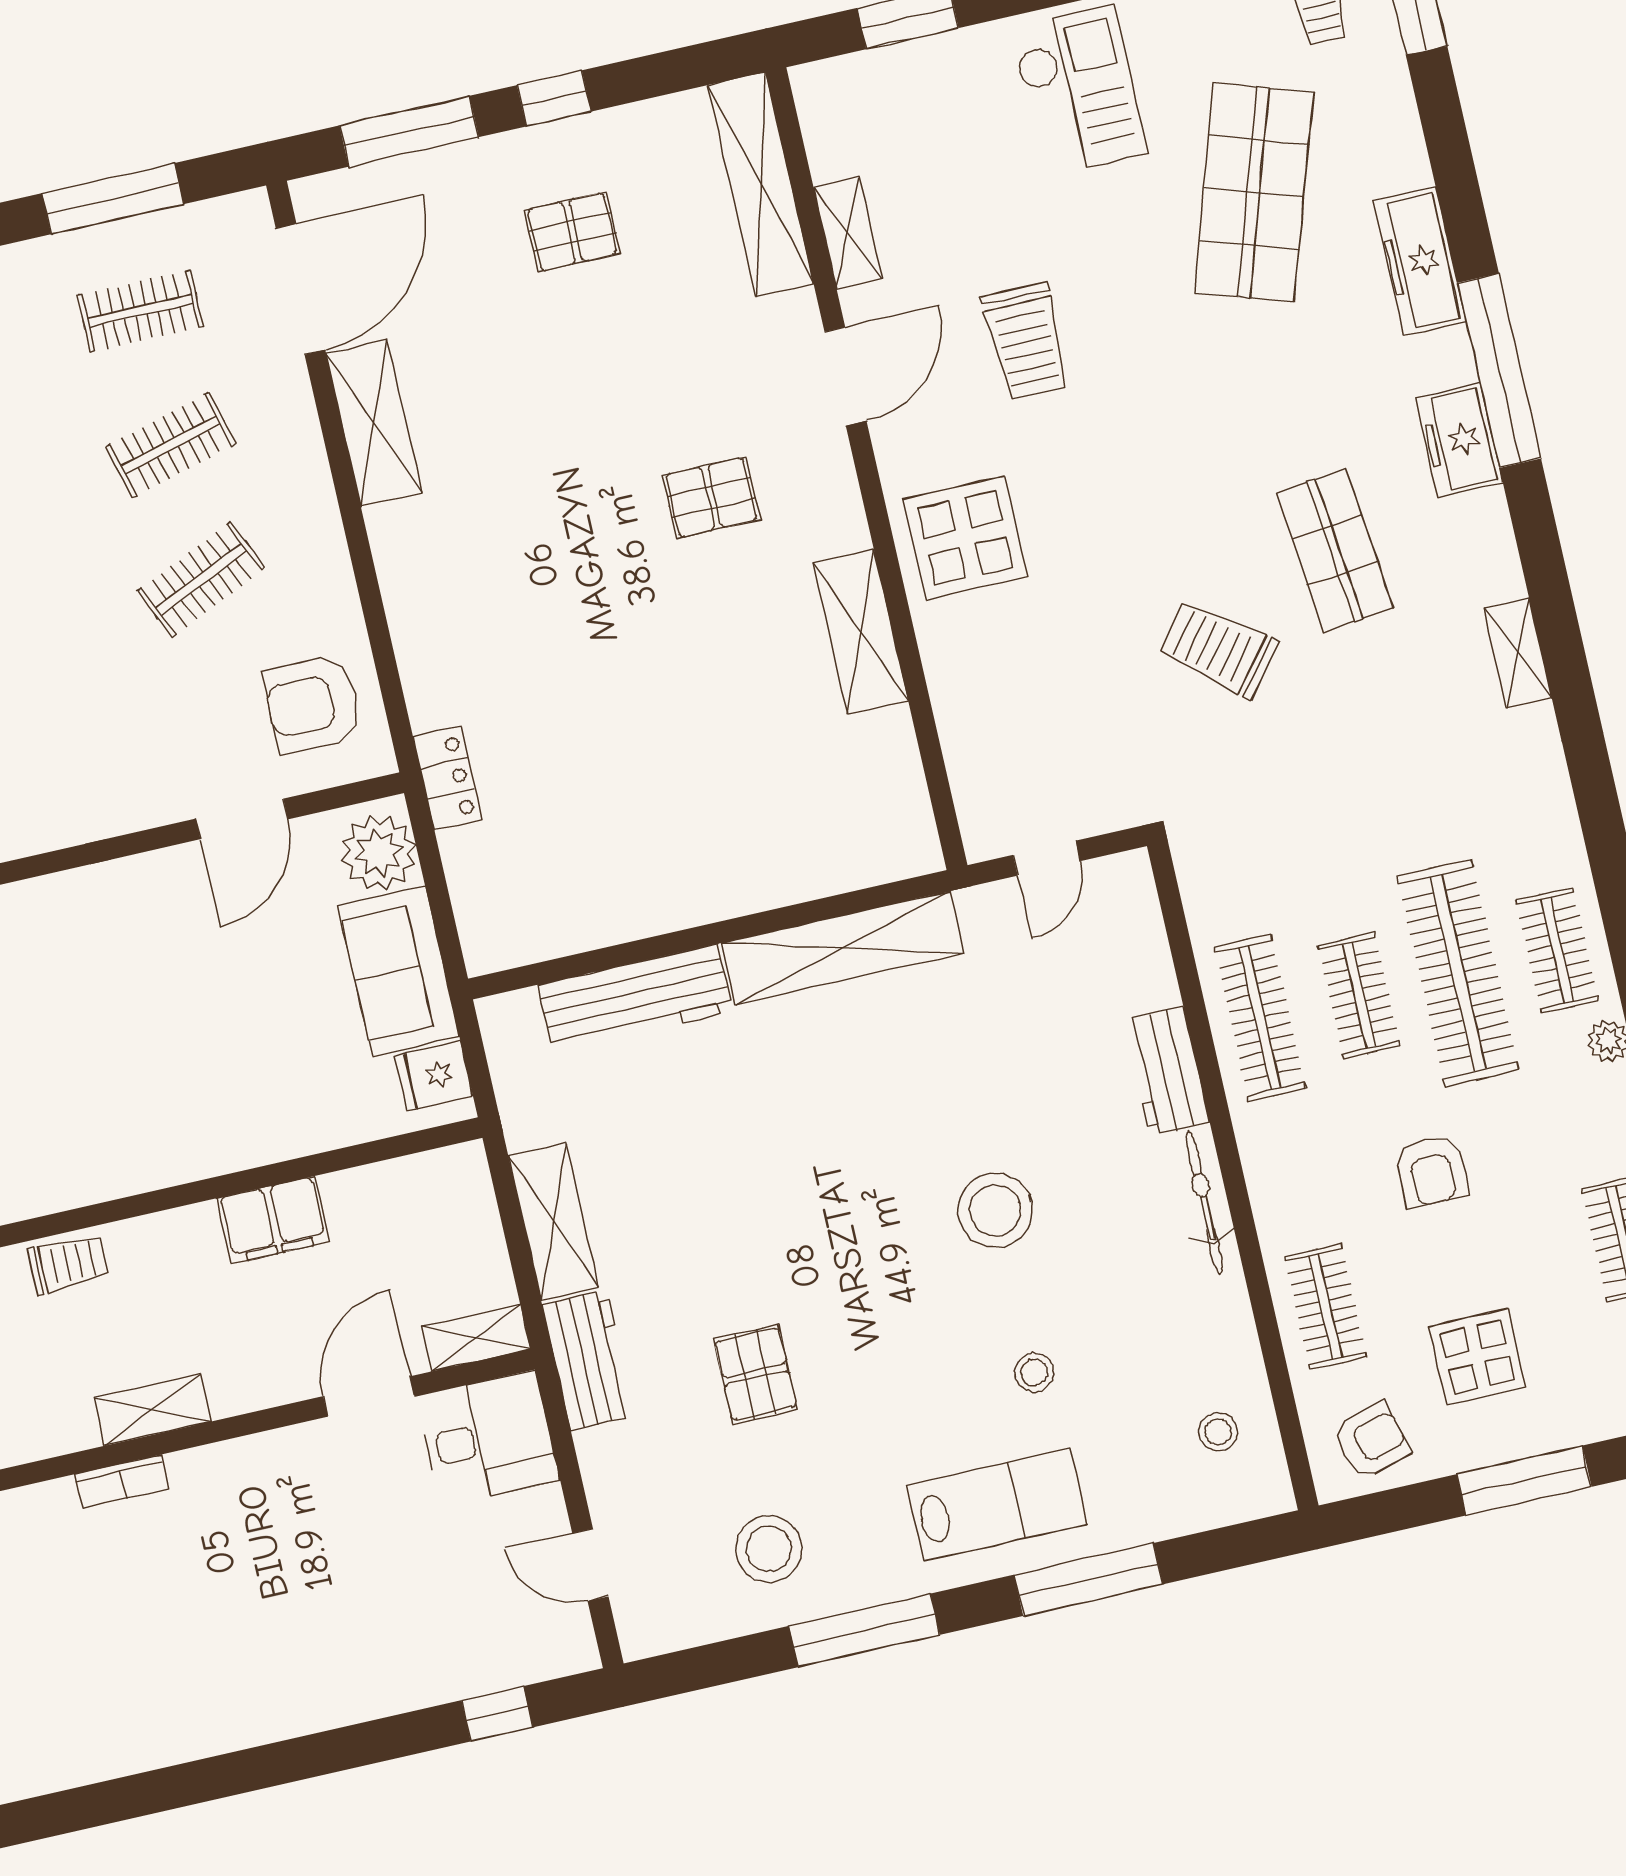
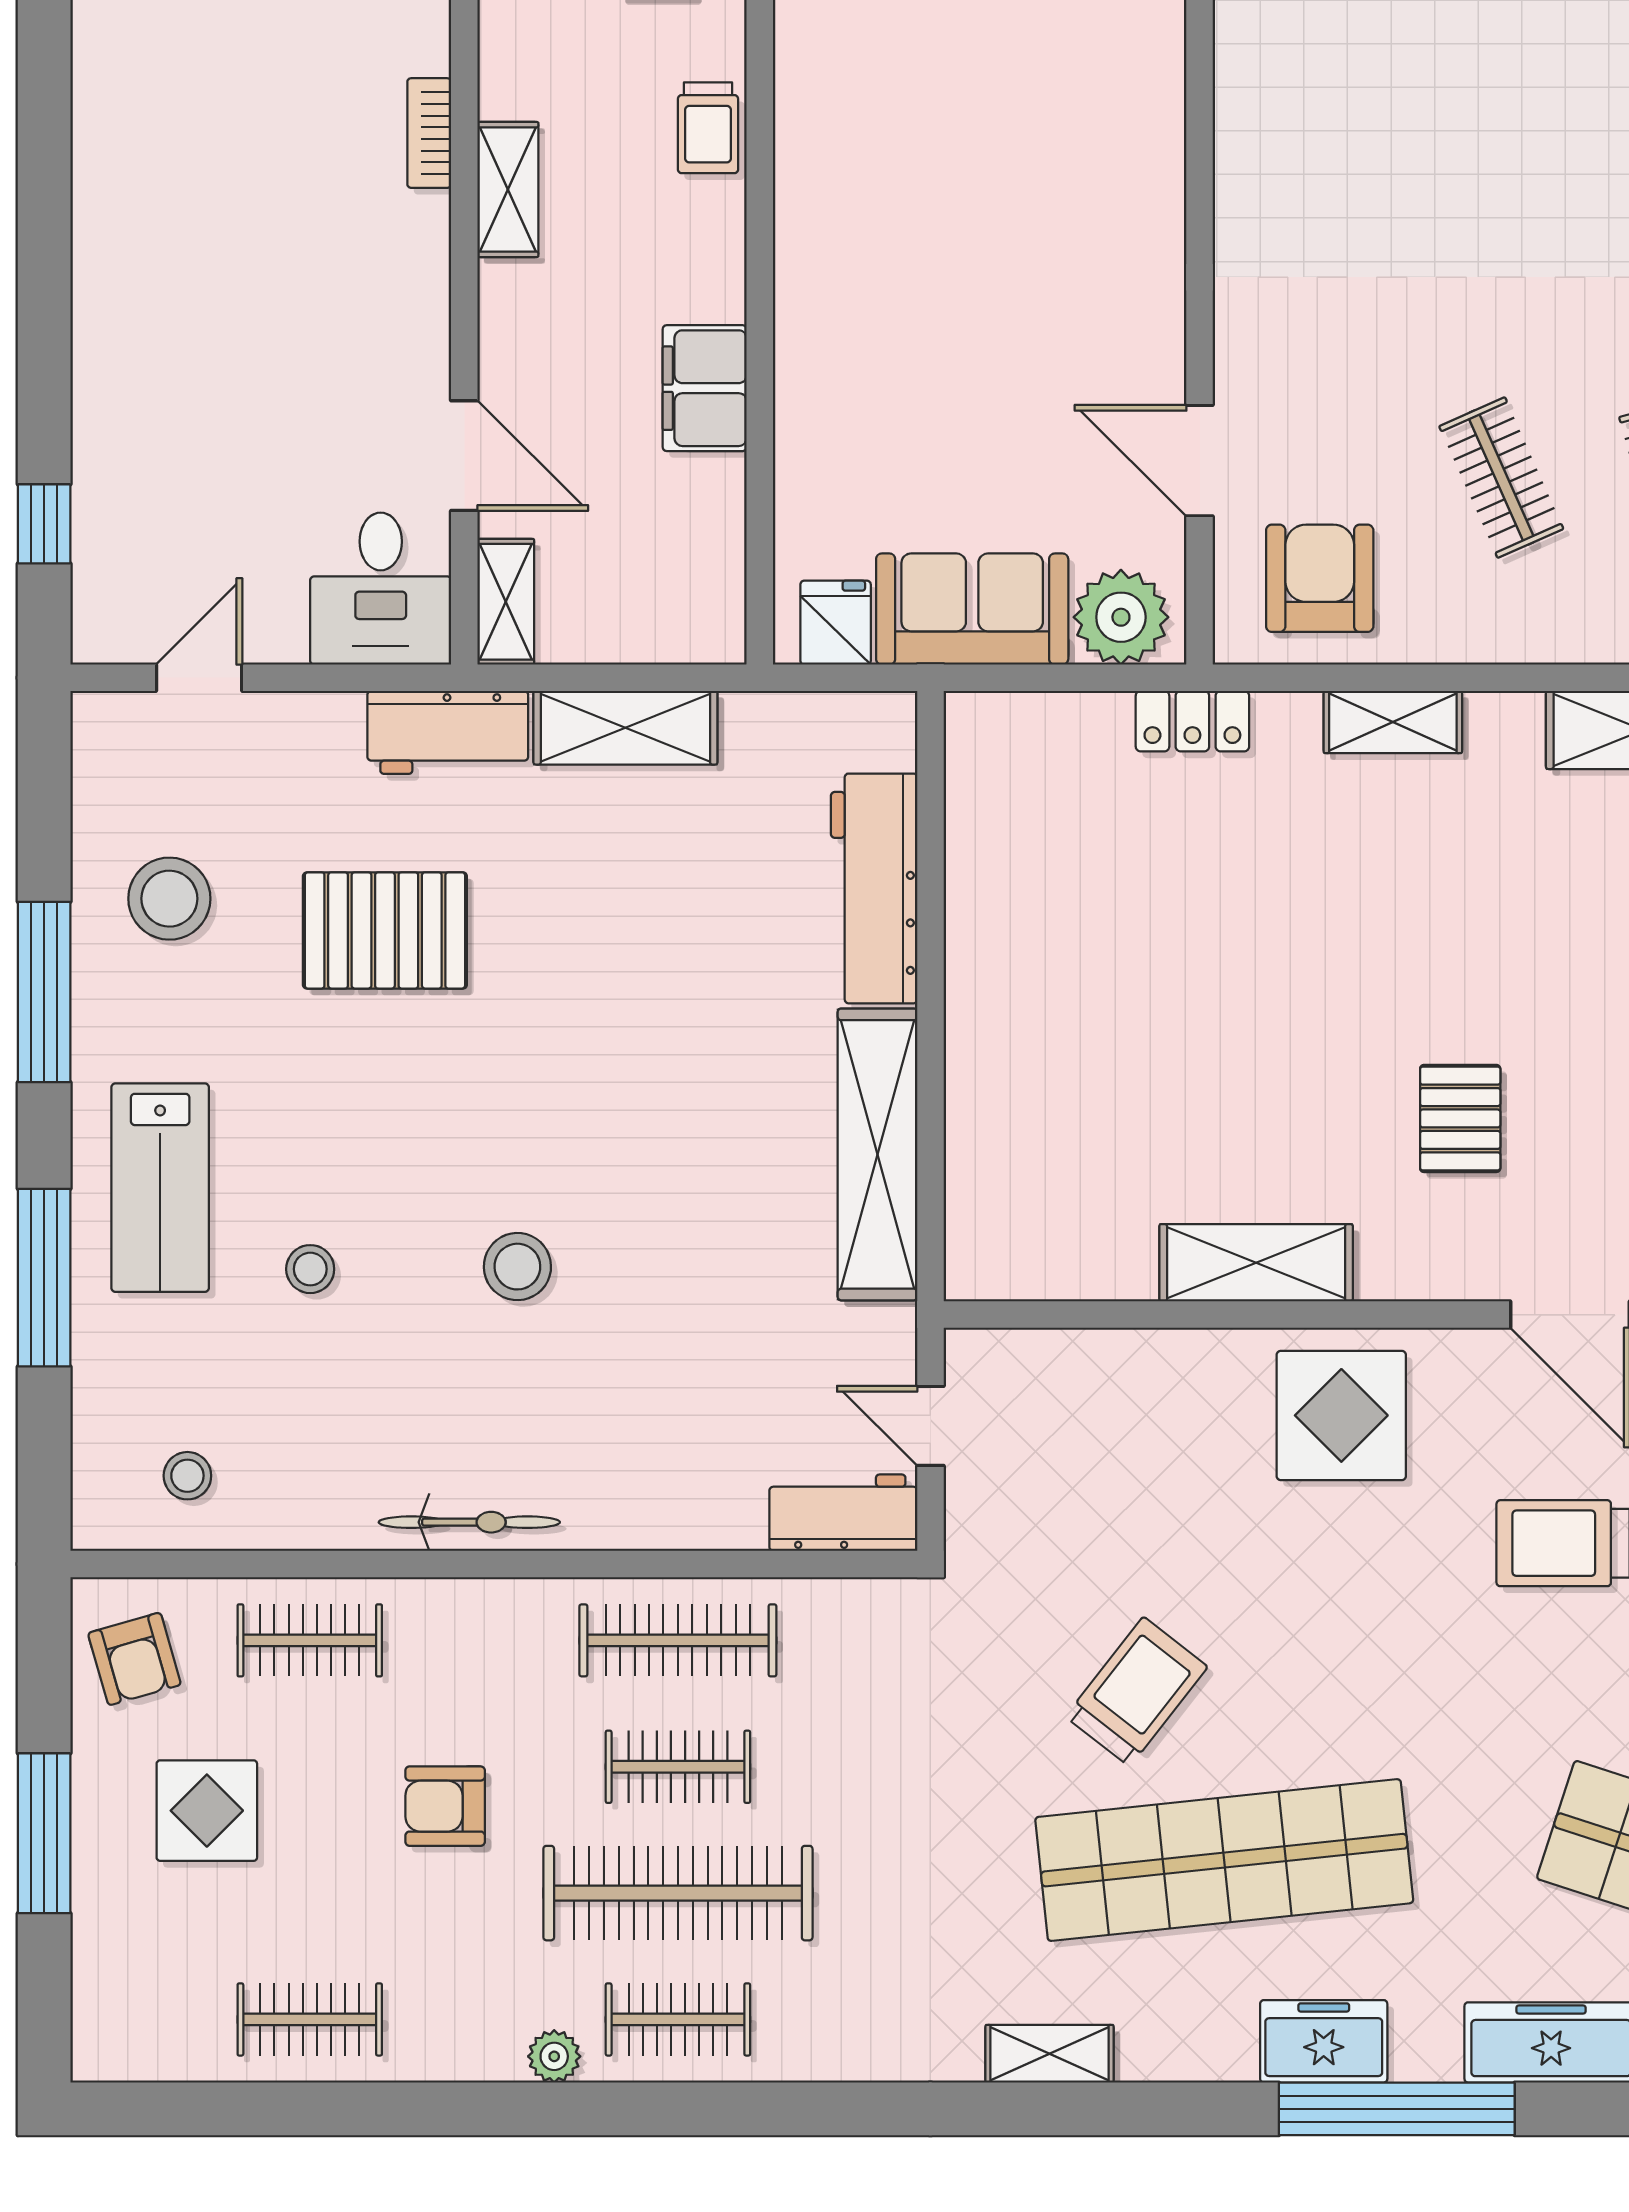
shop shelf: (1335, 550) -> (1224, 1860), width x2.00, depth x1.36
shelving: (412, 621) -> (1393, 722), added
workbench: (1167, 1071) -> (843, 1513), moved
stool: (995, 1210) -> (517, 1267), width x0.73, depth x0.73
pallet: (755, 1374) -> (385, 930), width x1.50, depth x1.42

